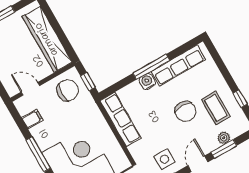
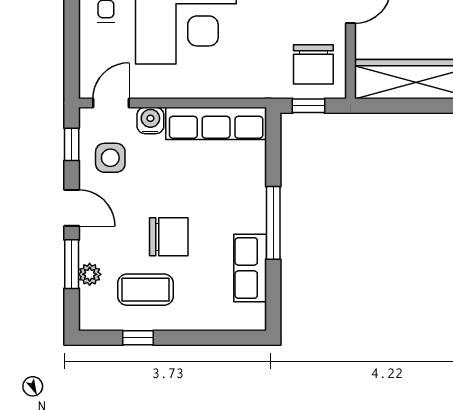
row of seats: (178, 65) -> (250, 268), width x0.68
water cooler: (147, 82) -> (150, 120), moved, turned -90
chair: (185, 111) -> (169, 237), turned 180

